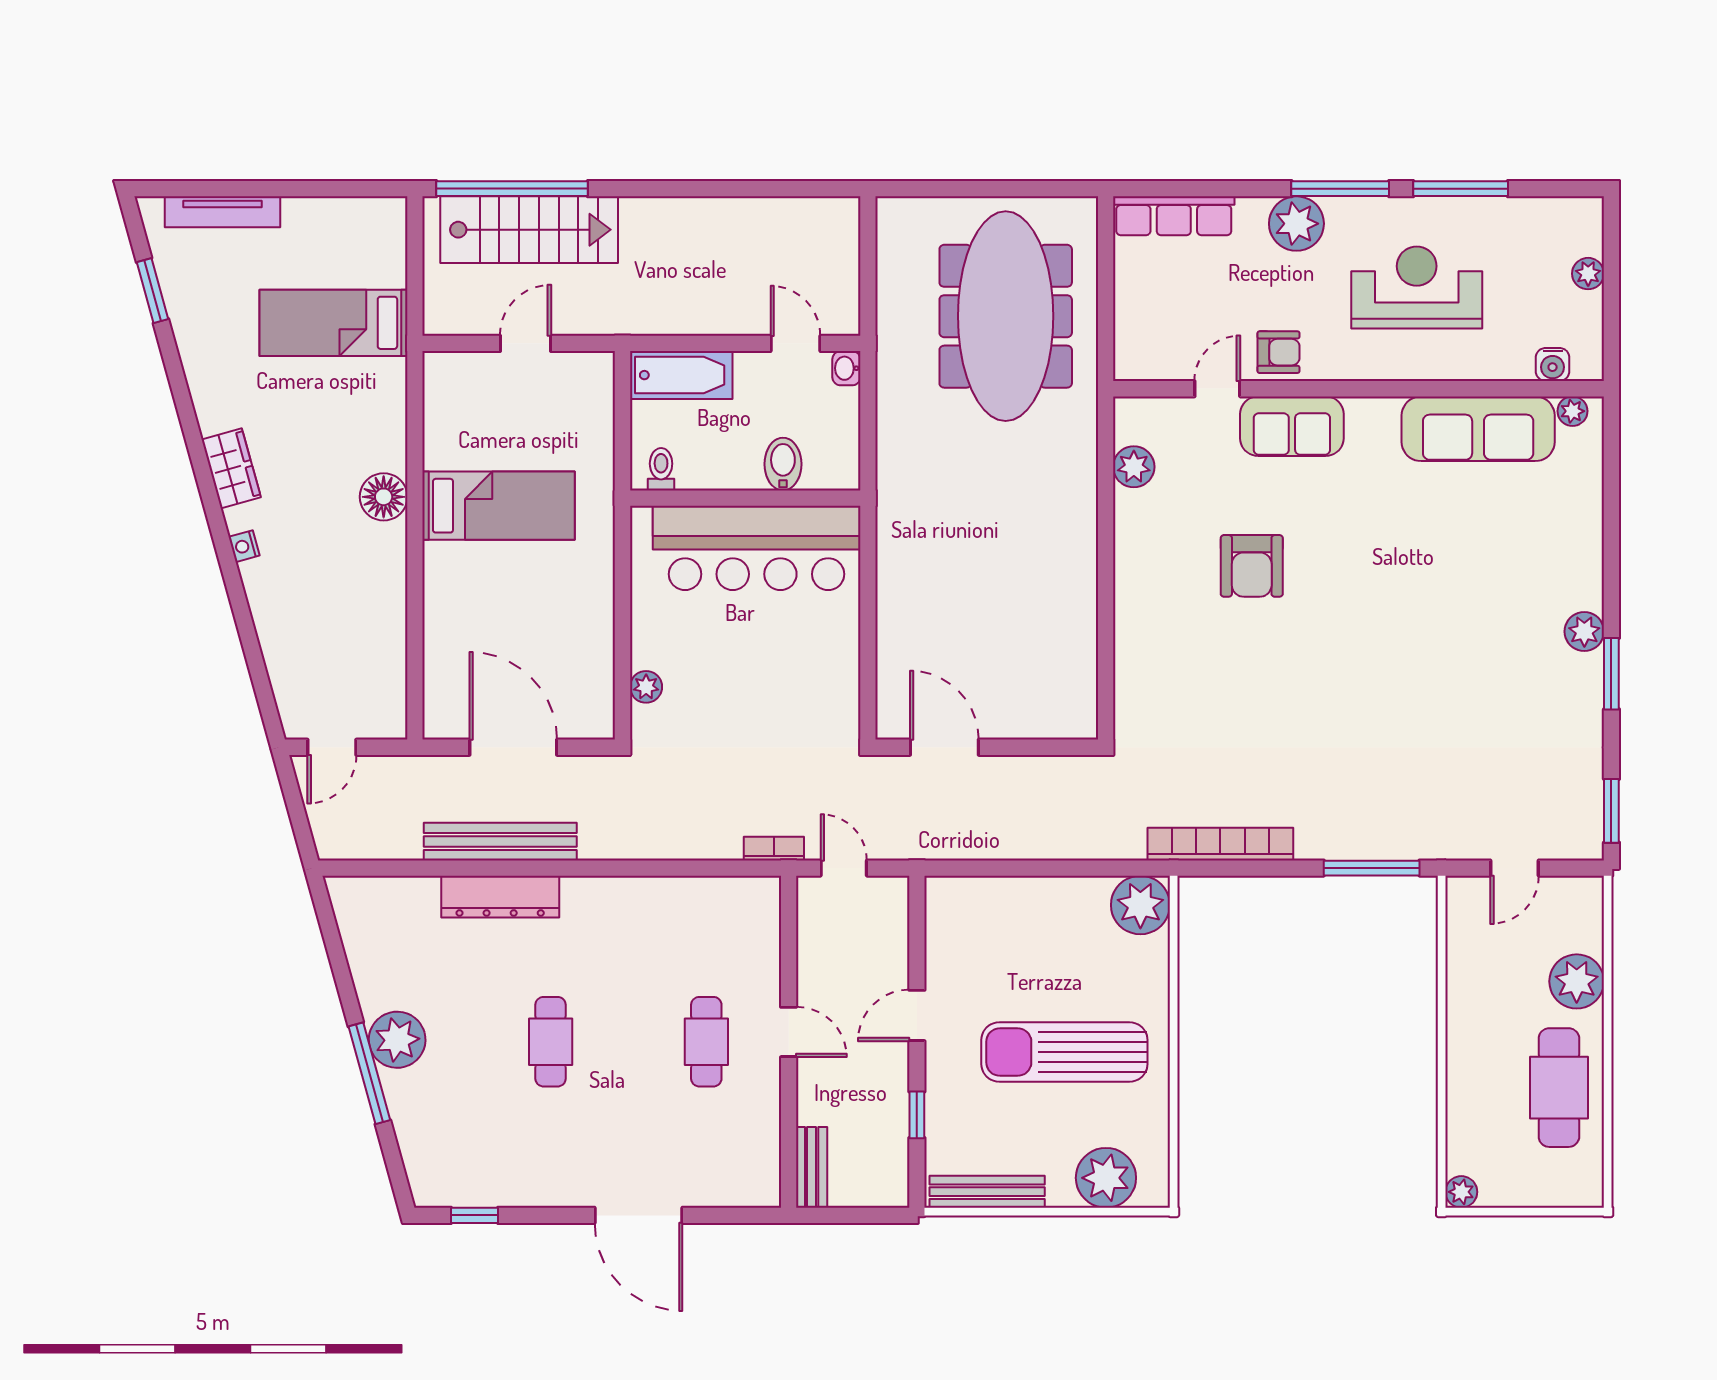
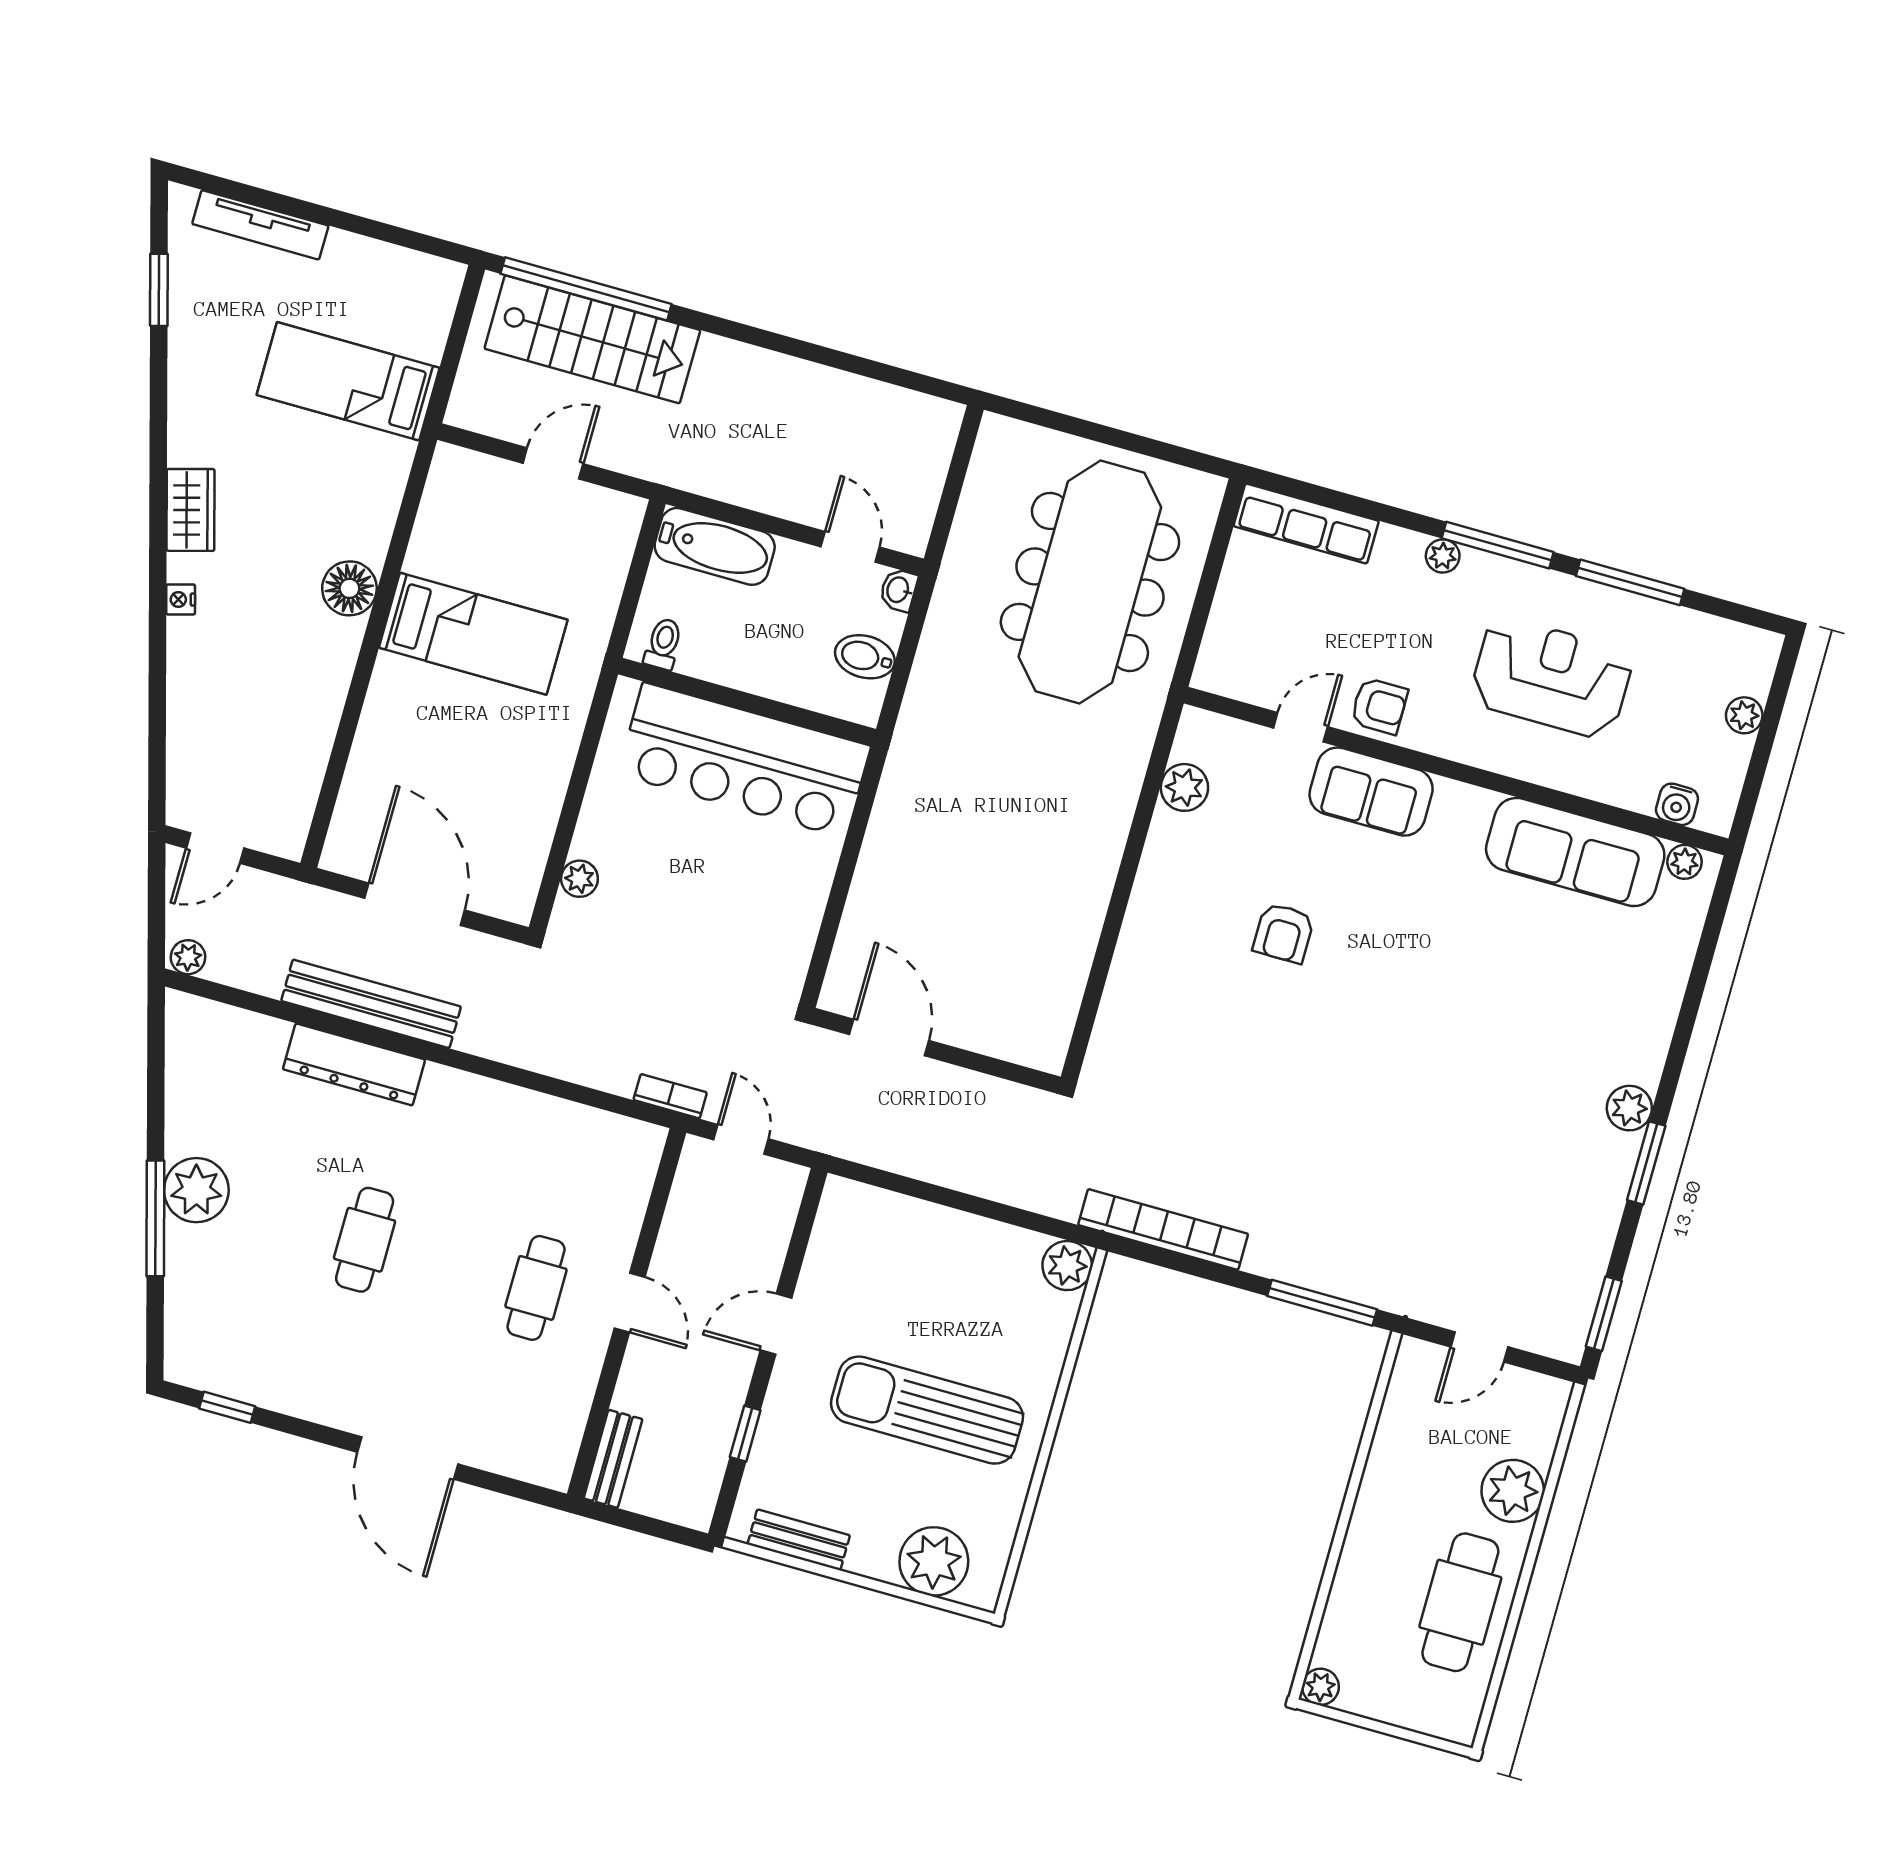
plant: (1296, 224) -> (1443, 556), width x0.53, depth x0.53
bidet: (783, 464) -> (865, 657), moved, turned -90
armchair: (1252, 566) -> (1284, 933), width x0.72, depth x0.72
plant: (335, 846) -> (188, 957), added
plant: (1140, 905) -> (1067, 1266), width x0.73, depth x0.73
bench: (987, 1192) -> (799, 1540), width x0.73

